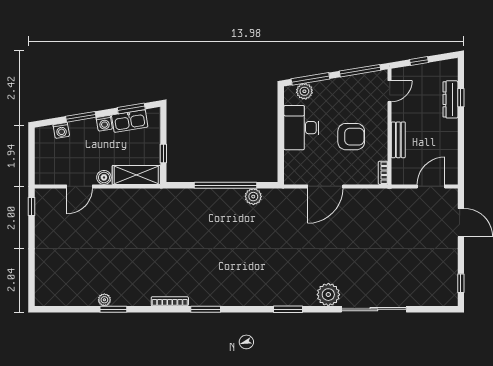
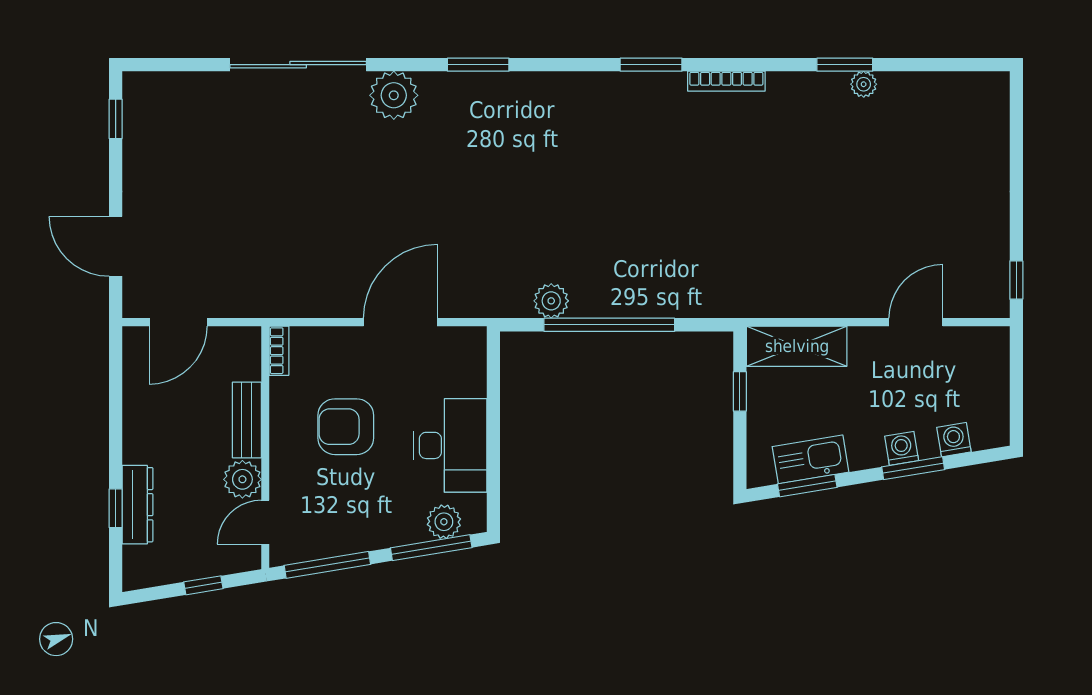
plant: (400, 112) -> (242, 479), added
washing machine: (104, 123) -> (902, 448), moved
boiler: (104, 177) -> (864, 341), removed

